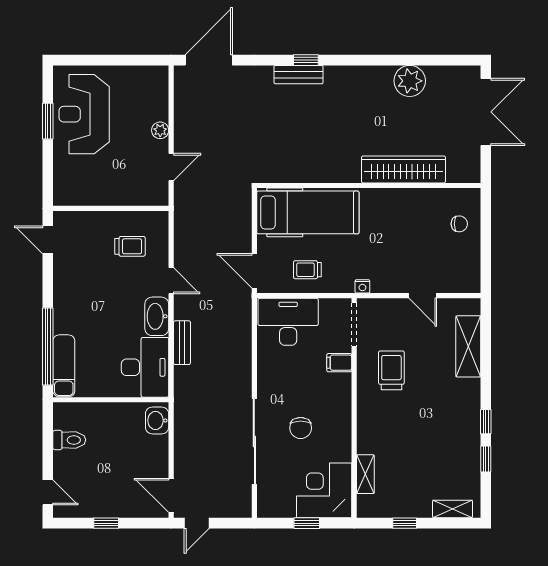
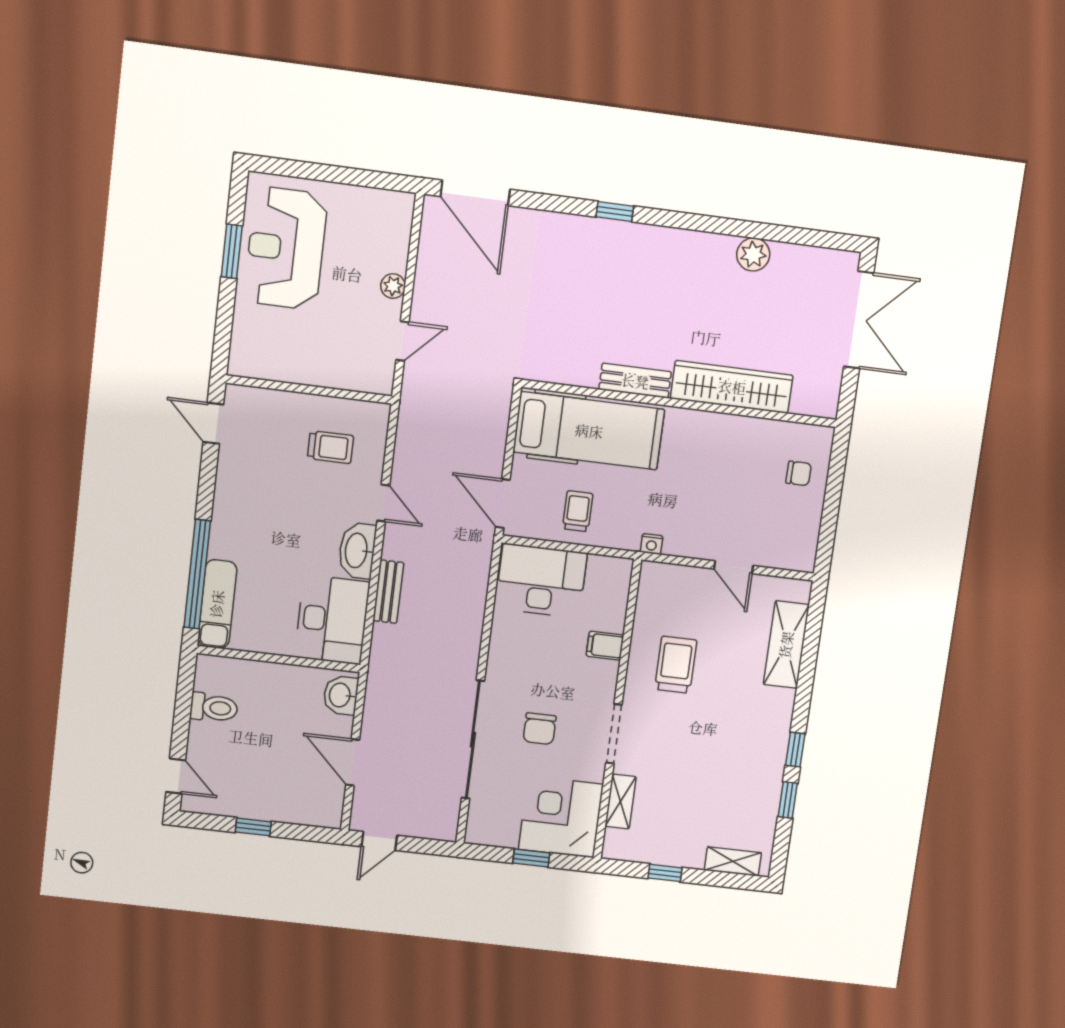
door: (209, 60) -> (475, 193), swing flipped
bench: (299, 75) -> (635, 381), moved
plant: (410, 81) -> (753, 254), width x0.73, depth x0.73
trolley: (307, 270) -> (578, 511), turned 90
doorway: (354, 325) -> (614, 734), moved
door: (171, 495) -> (353, 762), moved

